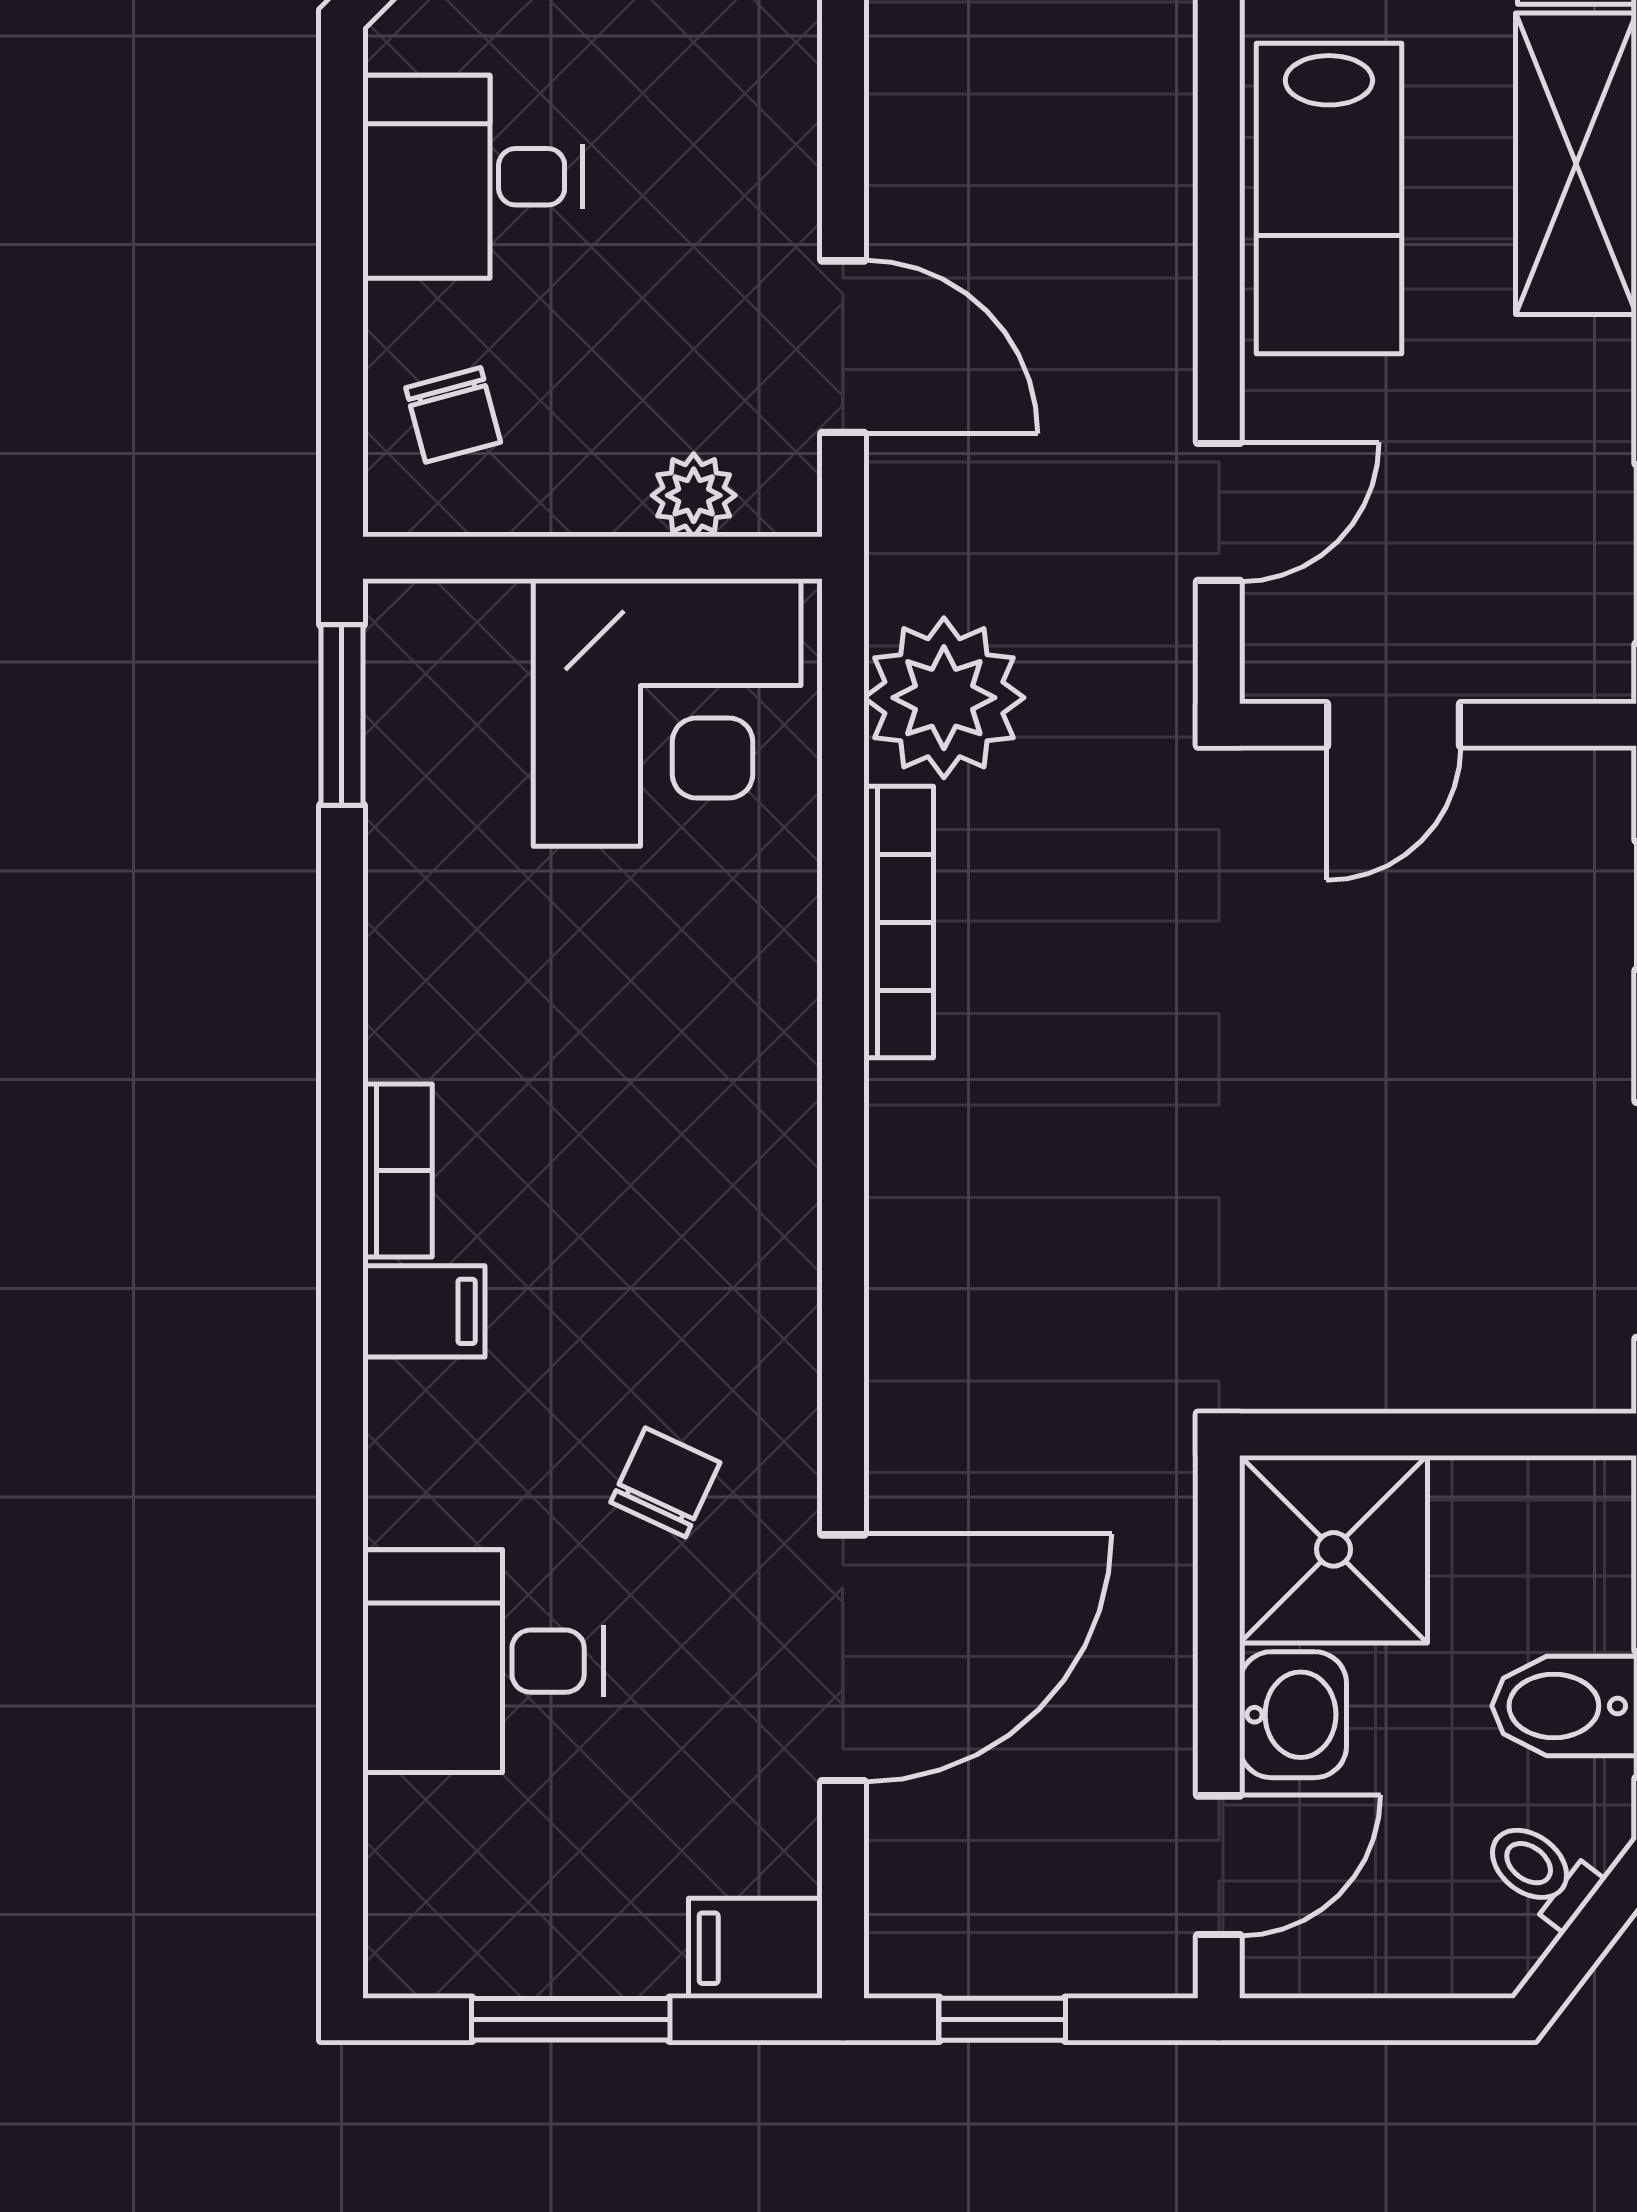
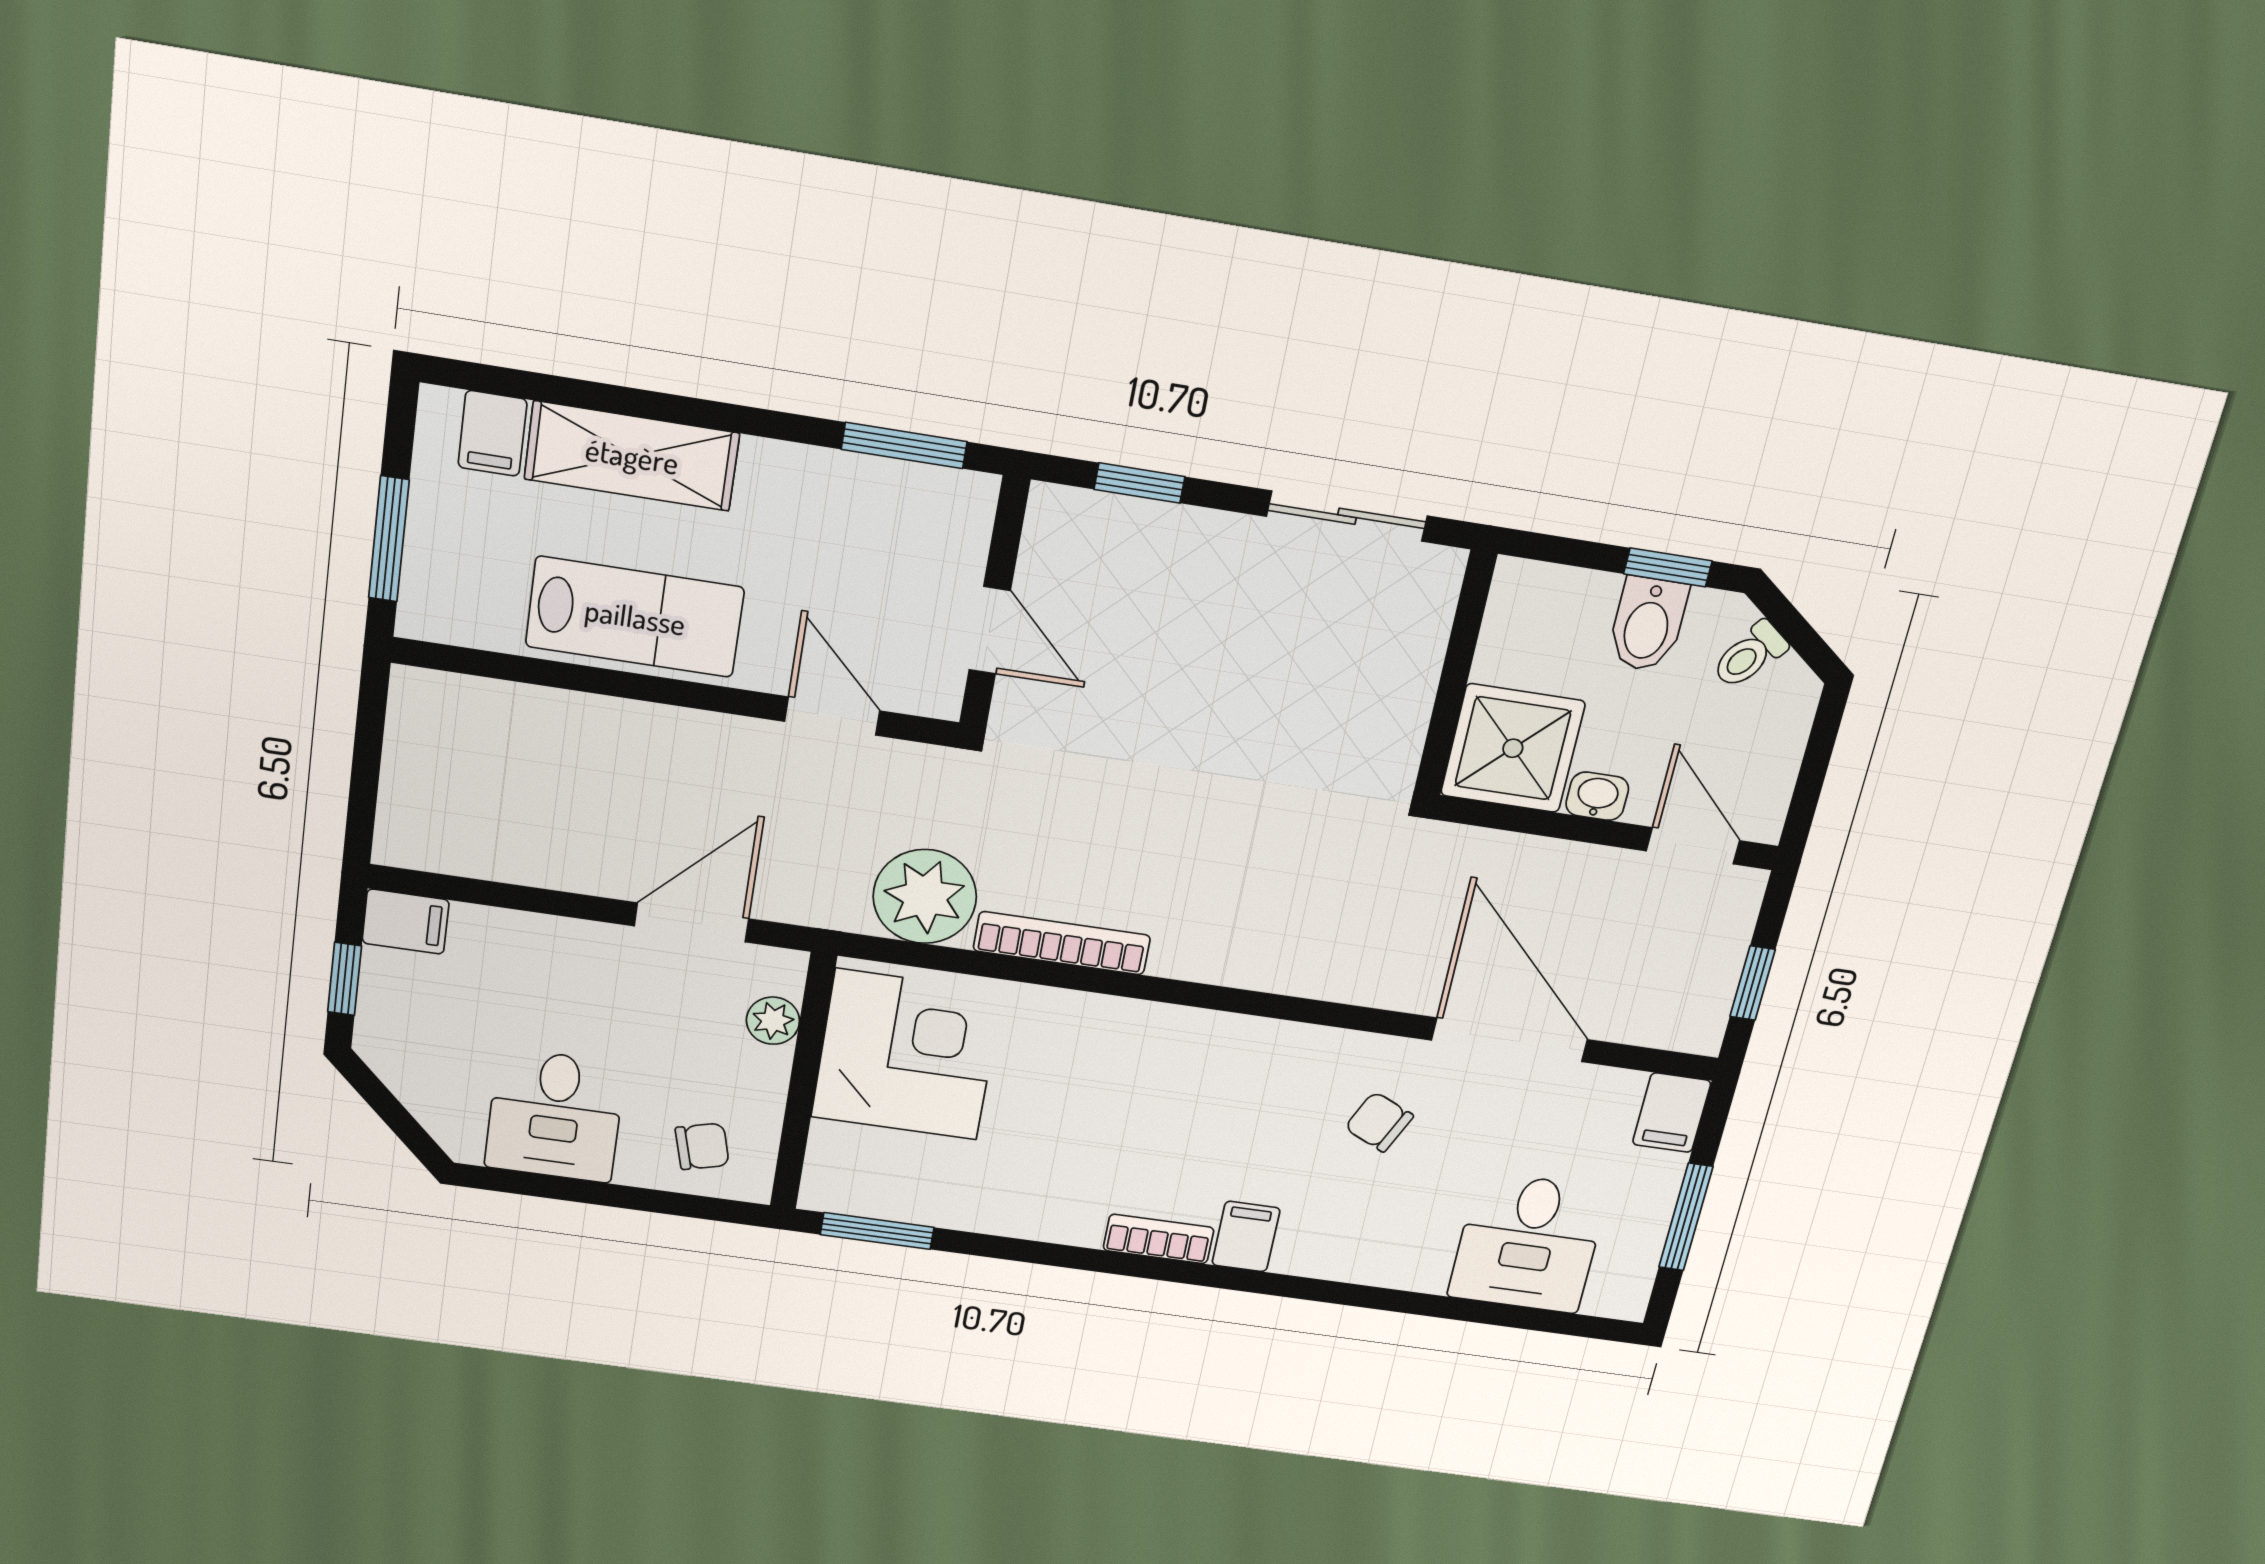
desk: (483, 1661) -> (1528, 1243), moved
washbasin: (1293, 1715) -> (1597, 796), width x0.72, depth x0.69

